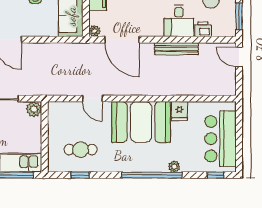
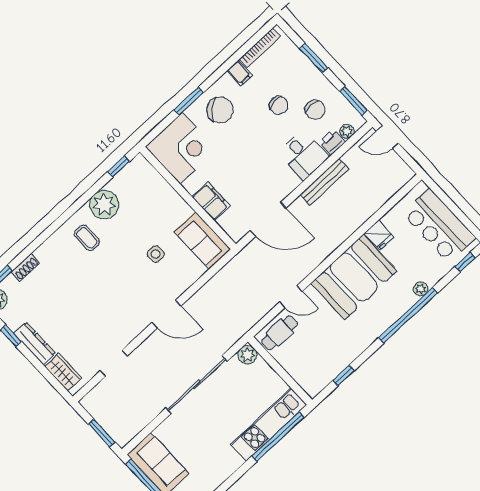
plant: (94, 31) -> (347, 131), moved
cafe table: (81, 150) -> (280, 333), moved

